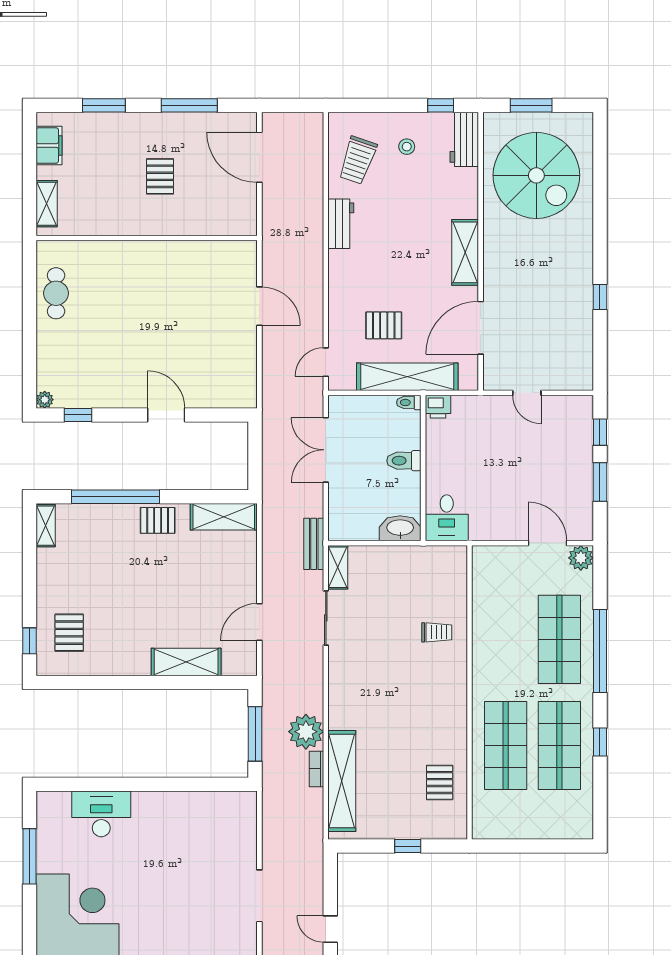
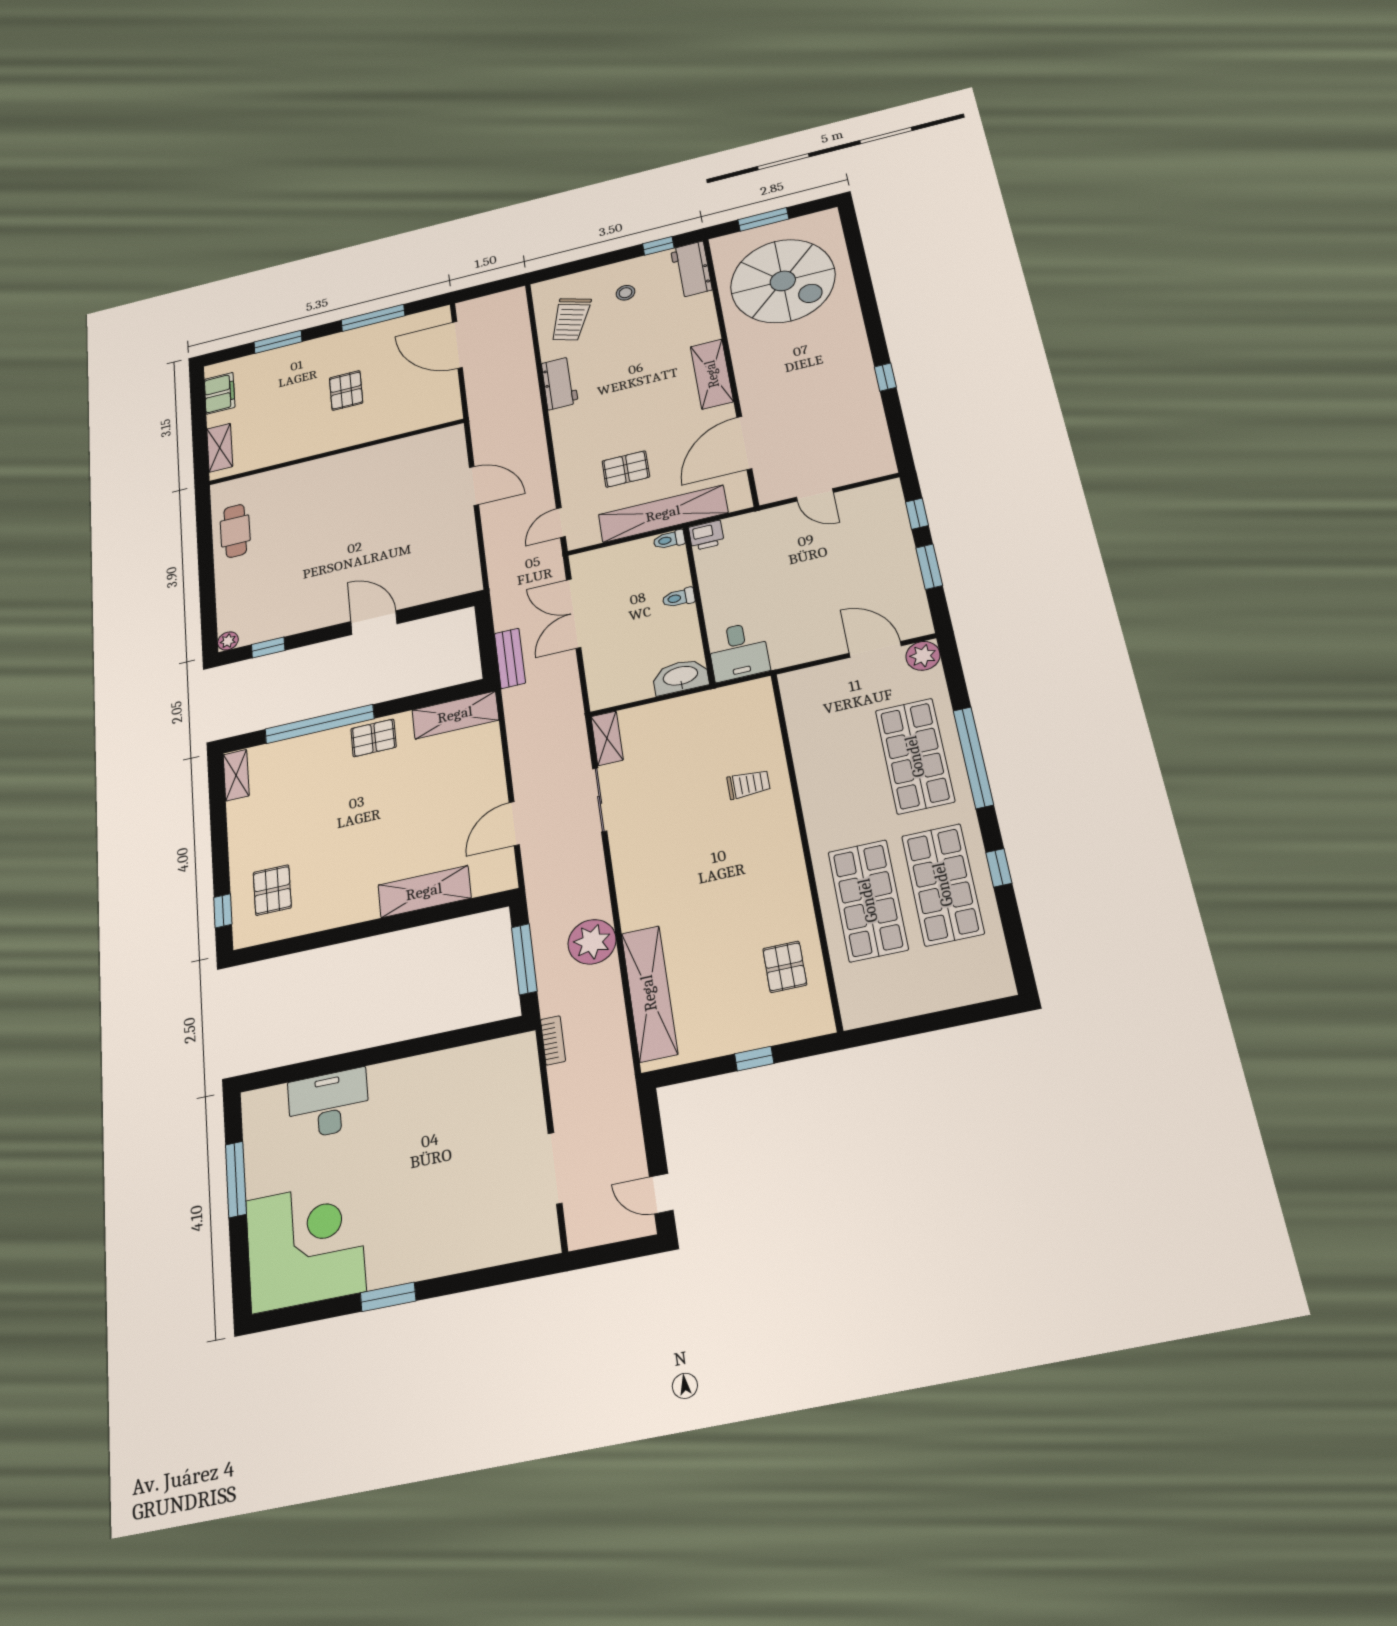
toilet: (404, 461) -> (679, 598), width x0.73, depth x0.72
bench: (314, 544) -> (510, 658), moved
bookcase: (316, 769) -> (553, 1040), moved, turned 180

